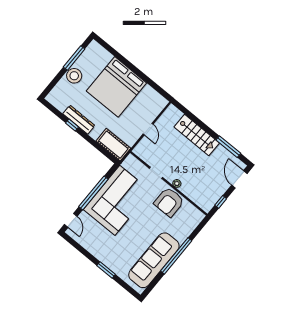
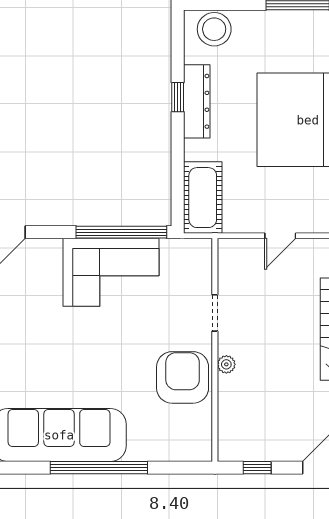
stool: (74, 76) -> (214, 29), moved
window: (93, 193) -> (121, 232), moved
corner sofa: (117, 200) -> (111, 272), width x0.73, depth x0.74
armchair: (169, 202) -> (183, 377), turned 90

